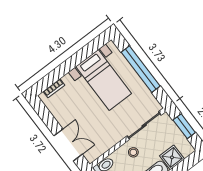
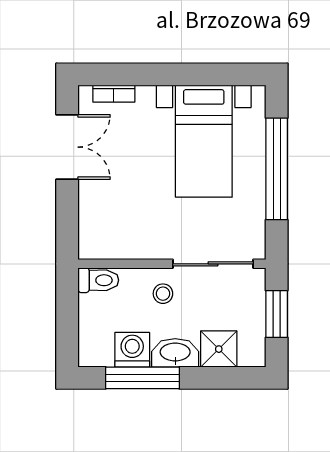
double door: (68, 145) -> (67, 147), moved

